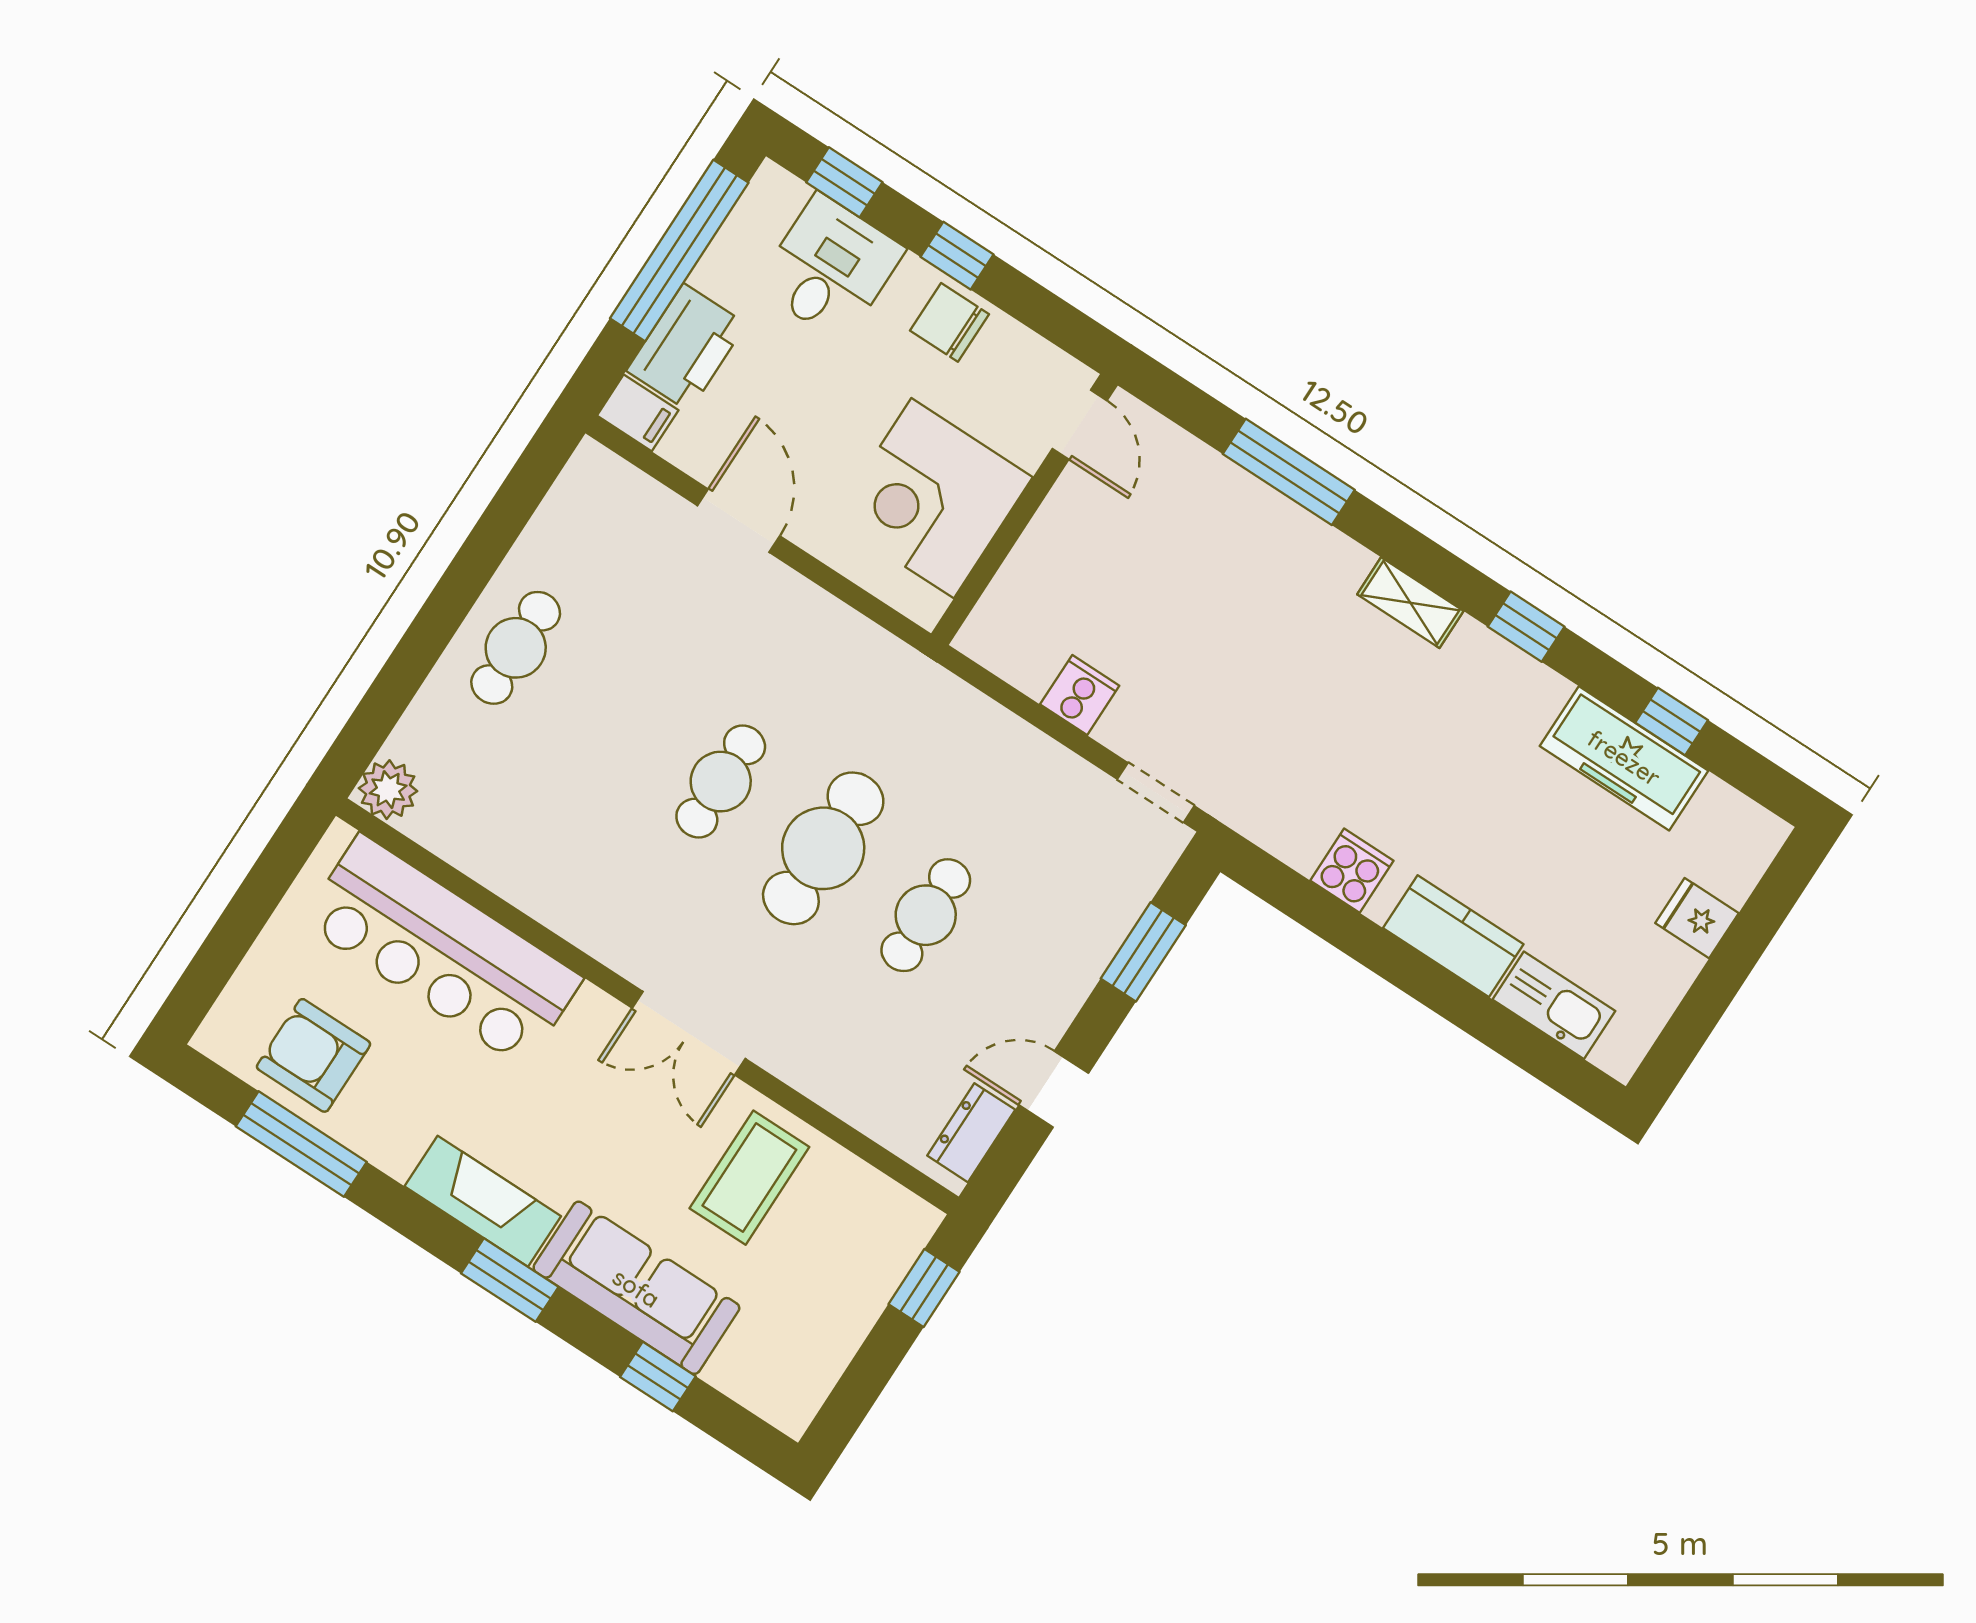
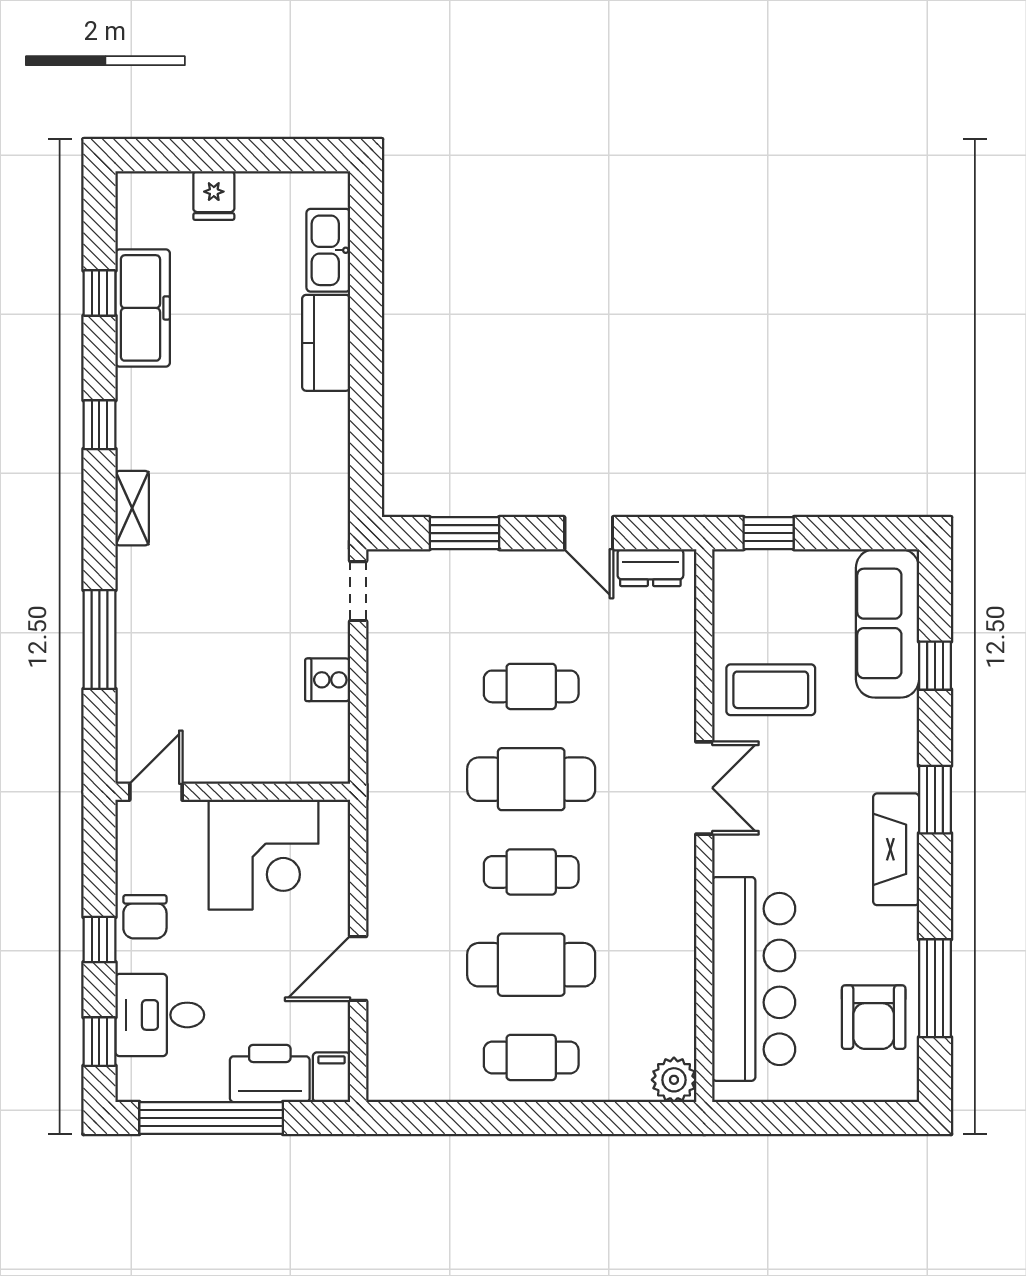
cafe table: (618, 715) -> (531, 965), added
cooker: (1352, 871) -> (326, 434), removed
sofa: (636, 1288) -> (888, 623), moved

